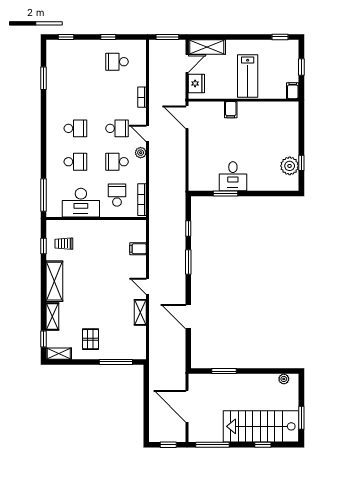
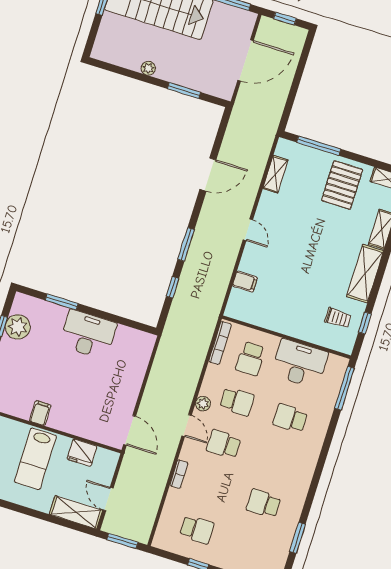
door: (187, 64) -> (108, 499), hinge flipped
lab bench: (248, 76) -> (35, 459), turned 180
fridge: (196, 83) -> (82, 453), moved, turned -90
filing cabinet: (231, 110) -> (40, 413), moved
school desk: (75, 128) -> (264, 504), moved
desk: (233, 176) -> (88, 334), width x1.37
window: (225, 194) -> (62, 302), moved
shelving: (140, 312) -> (275, 174), moved
door: (188, 317) -> (208, 175), hinge flipped
pallet: (90, 339) -> (342, 185), width x1.50, depth x1.42
plant: (284, 379) -> (148, 68), moved
door: (187, 406) -> (246, 60), hinge flipped

